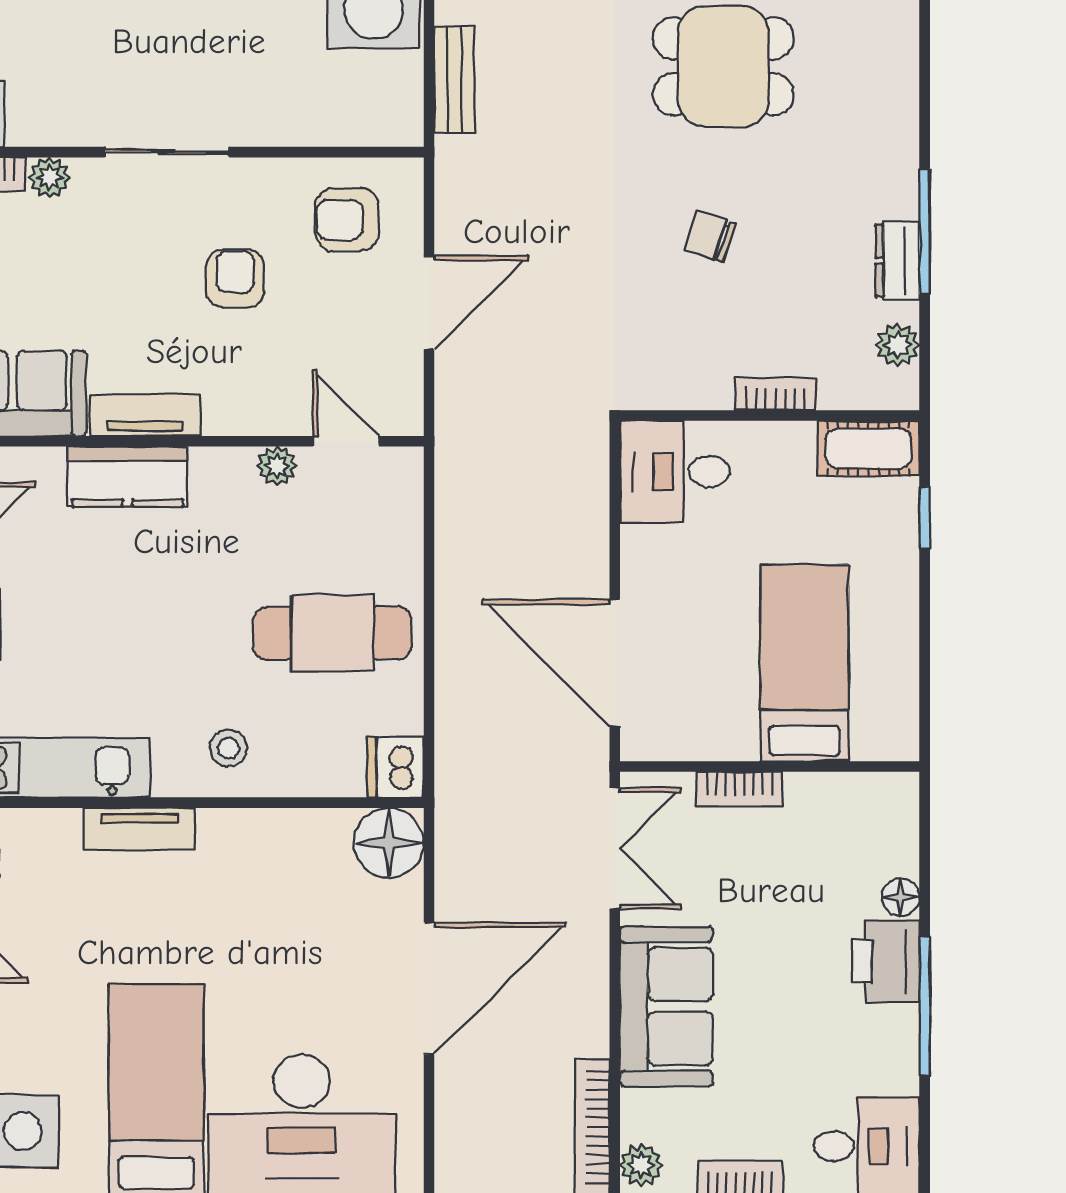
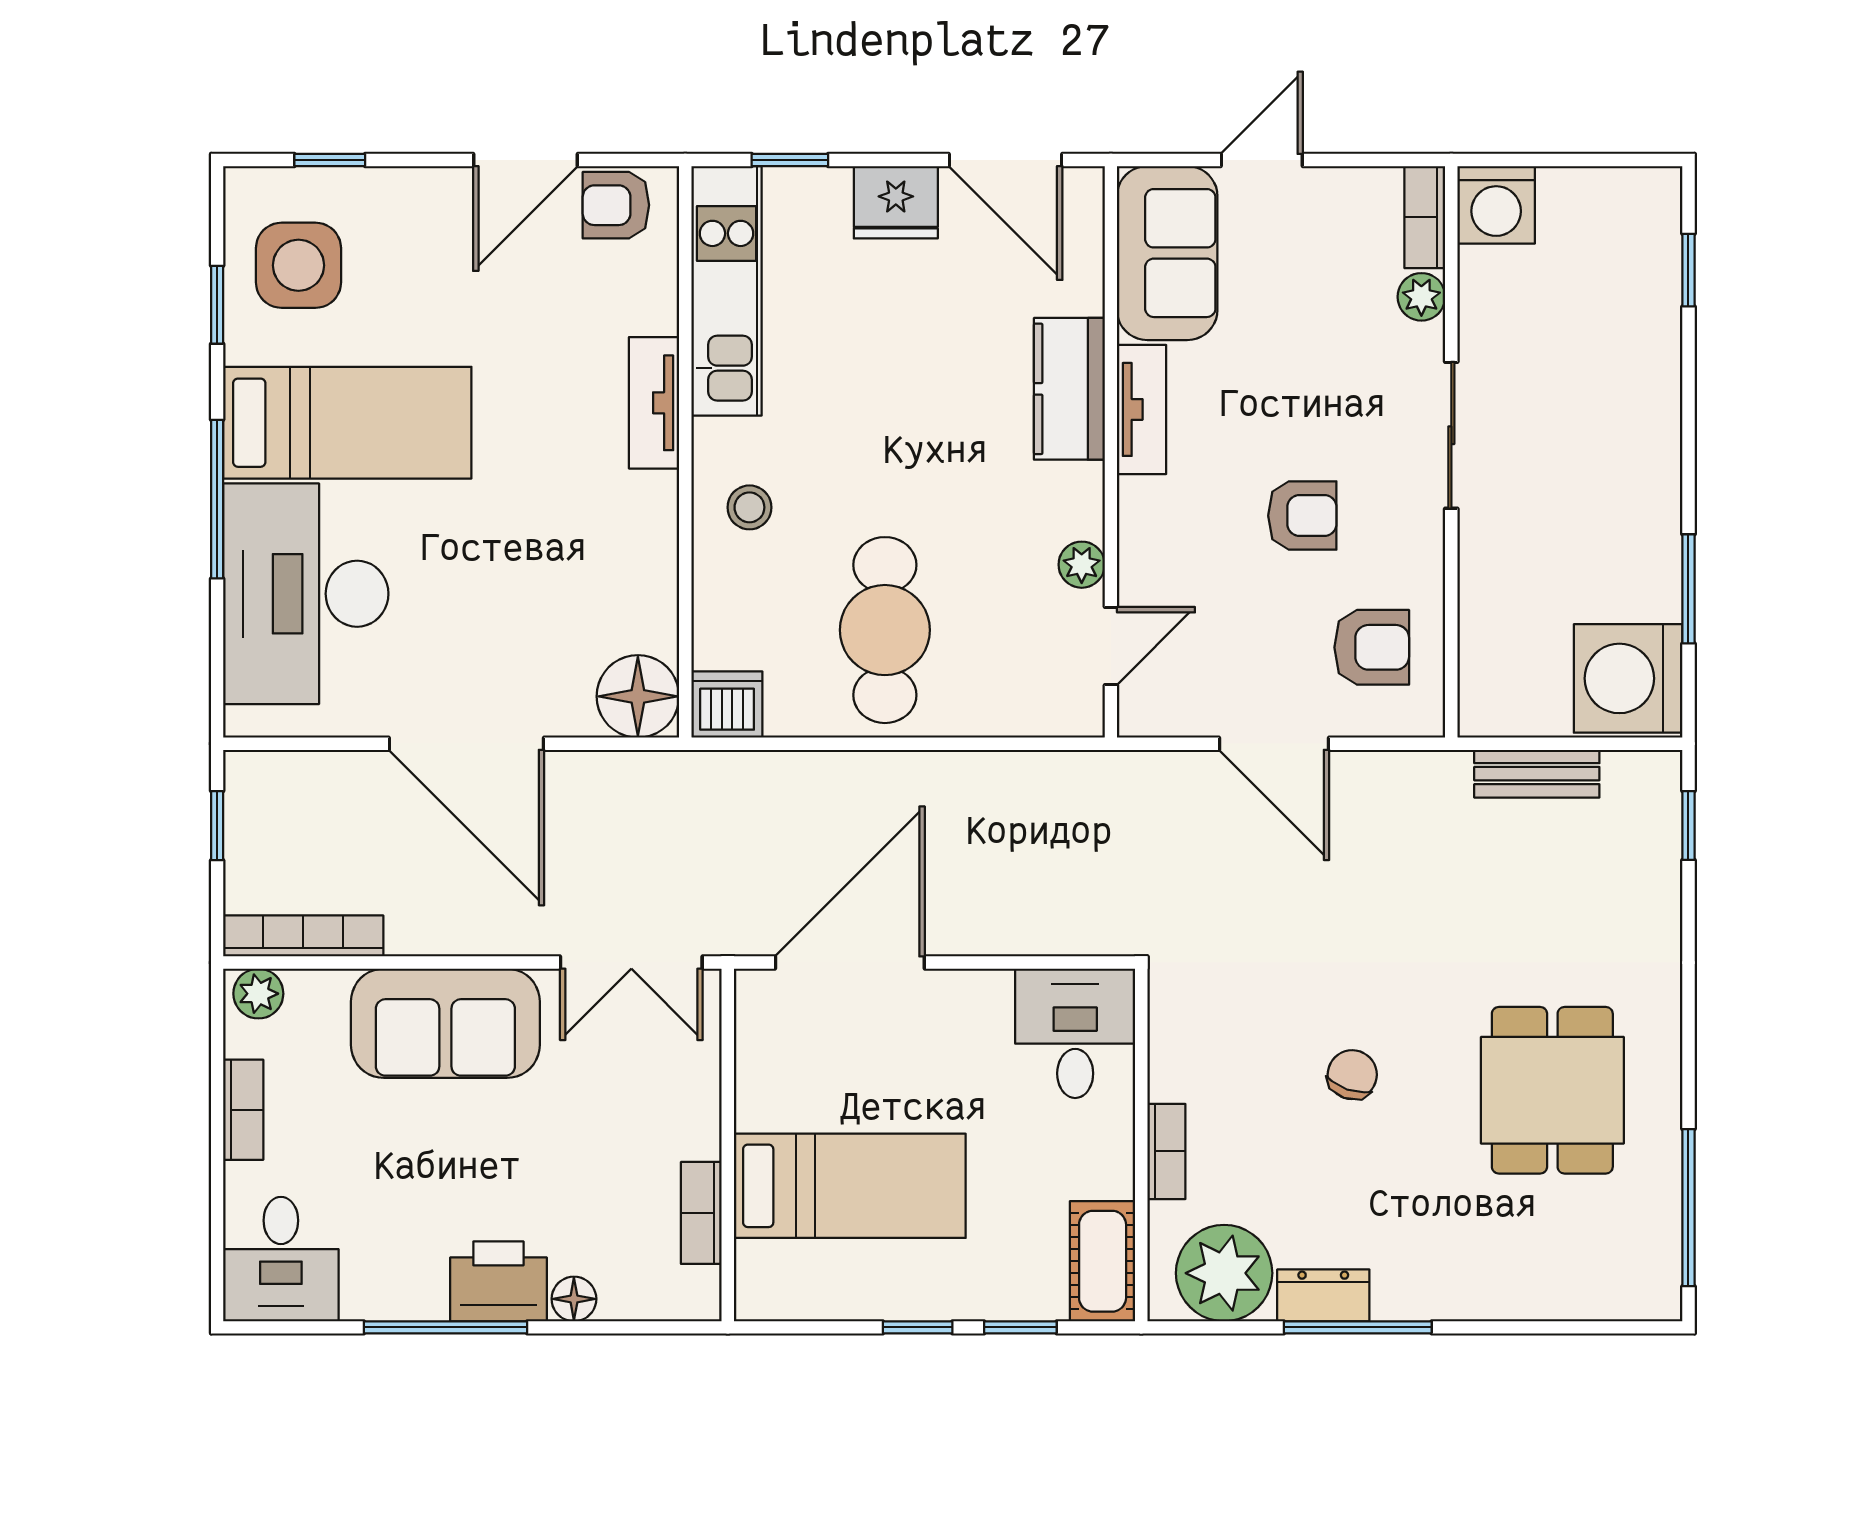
armchair: (347, 220) -> (1372, 647), turned 90
plant: (898, 345) -> (1224, 1273), width x1.87, depth x1.87
window: (925, 605) -> (918, 1327), added
bookcase: (740, 789) -> (701, 1213), moved

